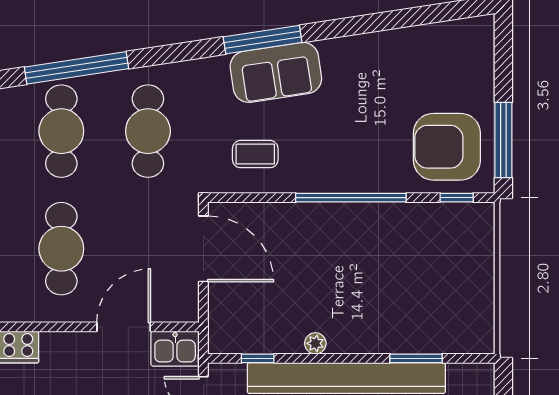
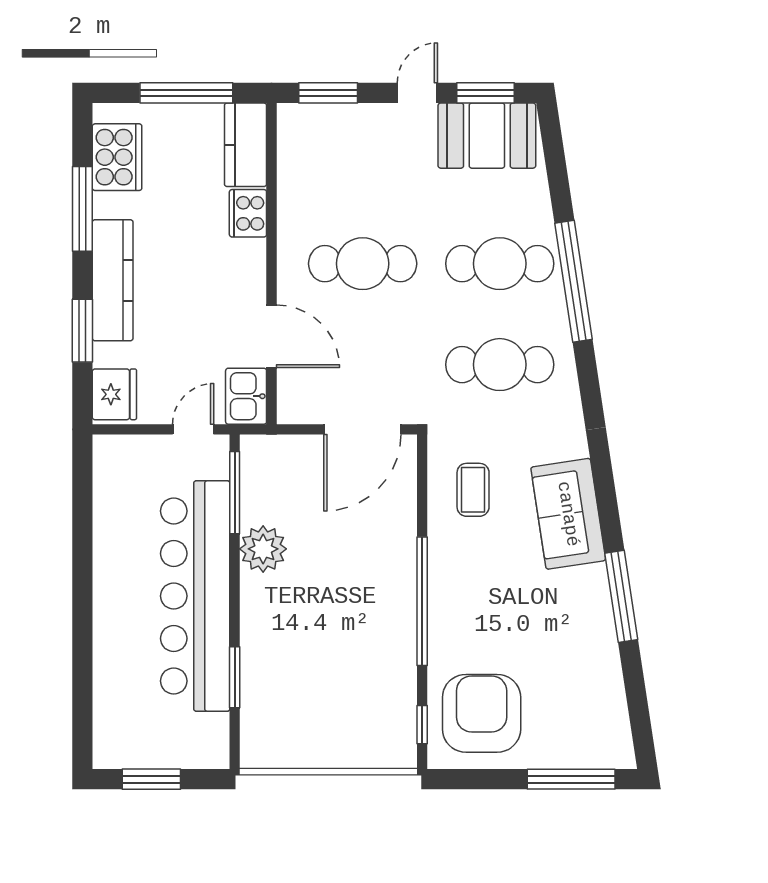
window: (263, 40) -> (621, 596), moved
window: (503, 140) -> (571, 779), moved
plant: (315, 343) -> (263, 549), width x1.87, depth x1.87
window: (258, 358) -> (235, 493), width x2.17

